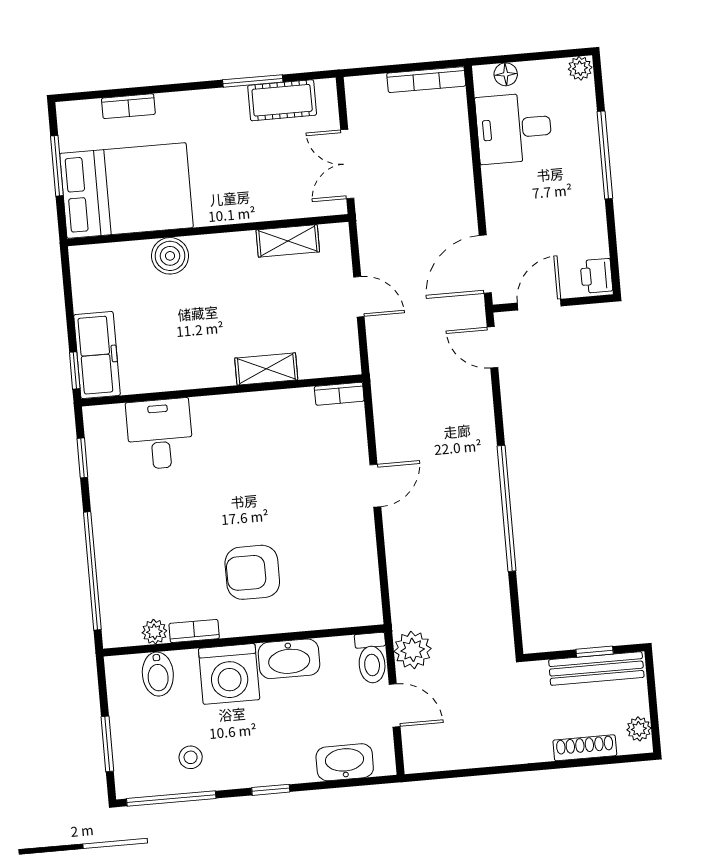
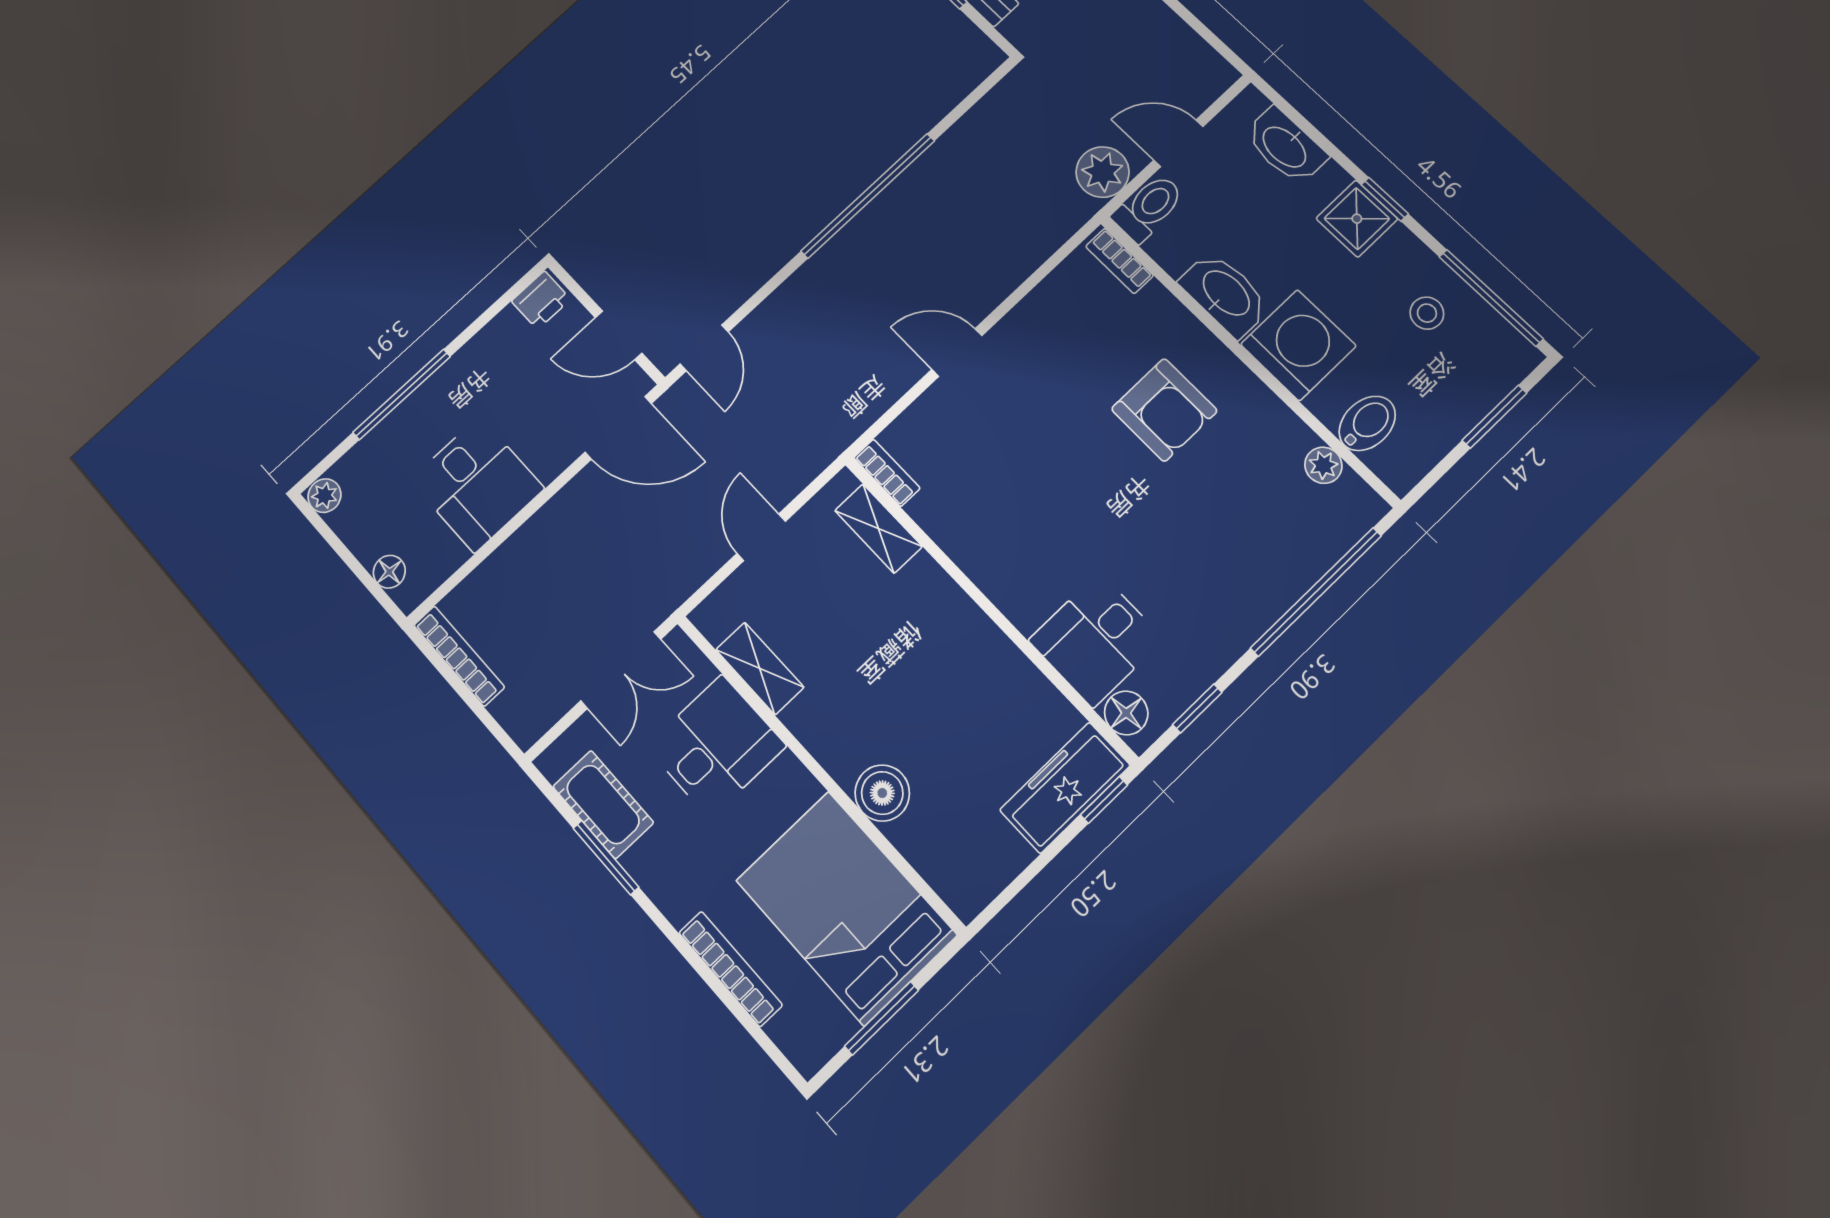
bookcase: (128, 106) -> (730, 969), width x1.56
desk: (514, 128) -> (477, 484), moved
desk: (265, 185) -> (716, 746), added
shelving: (266, 369) -> (878, 528), moved
floor lamp: (109, 419) -> (1126, 713), added
bookcase: (194, 631) -> (1119, 261), moved
door: (395, 705) -> (1178, 143), hinge flipped
shower: (272, 765) -> (1357, 219), added

